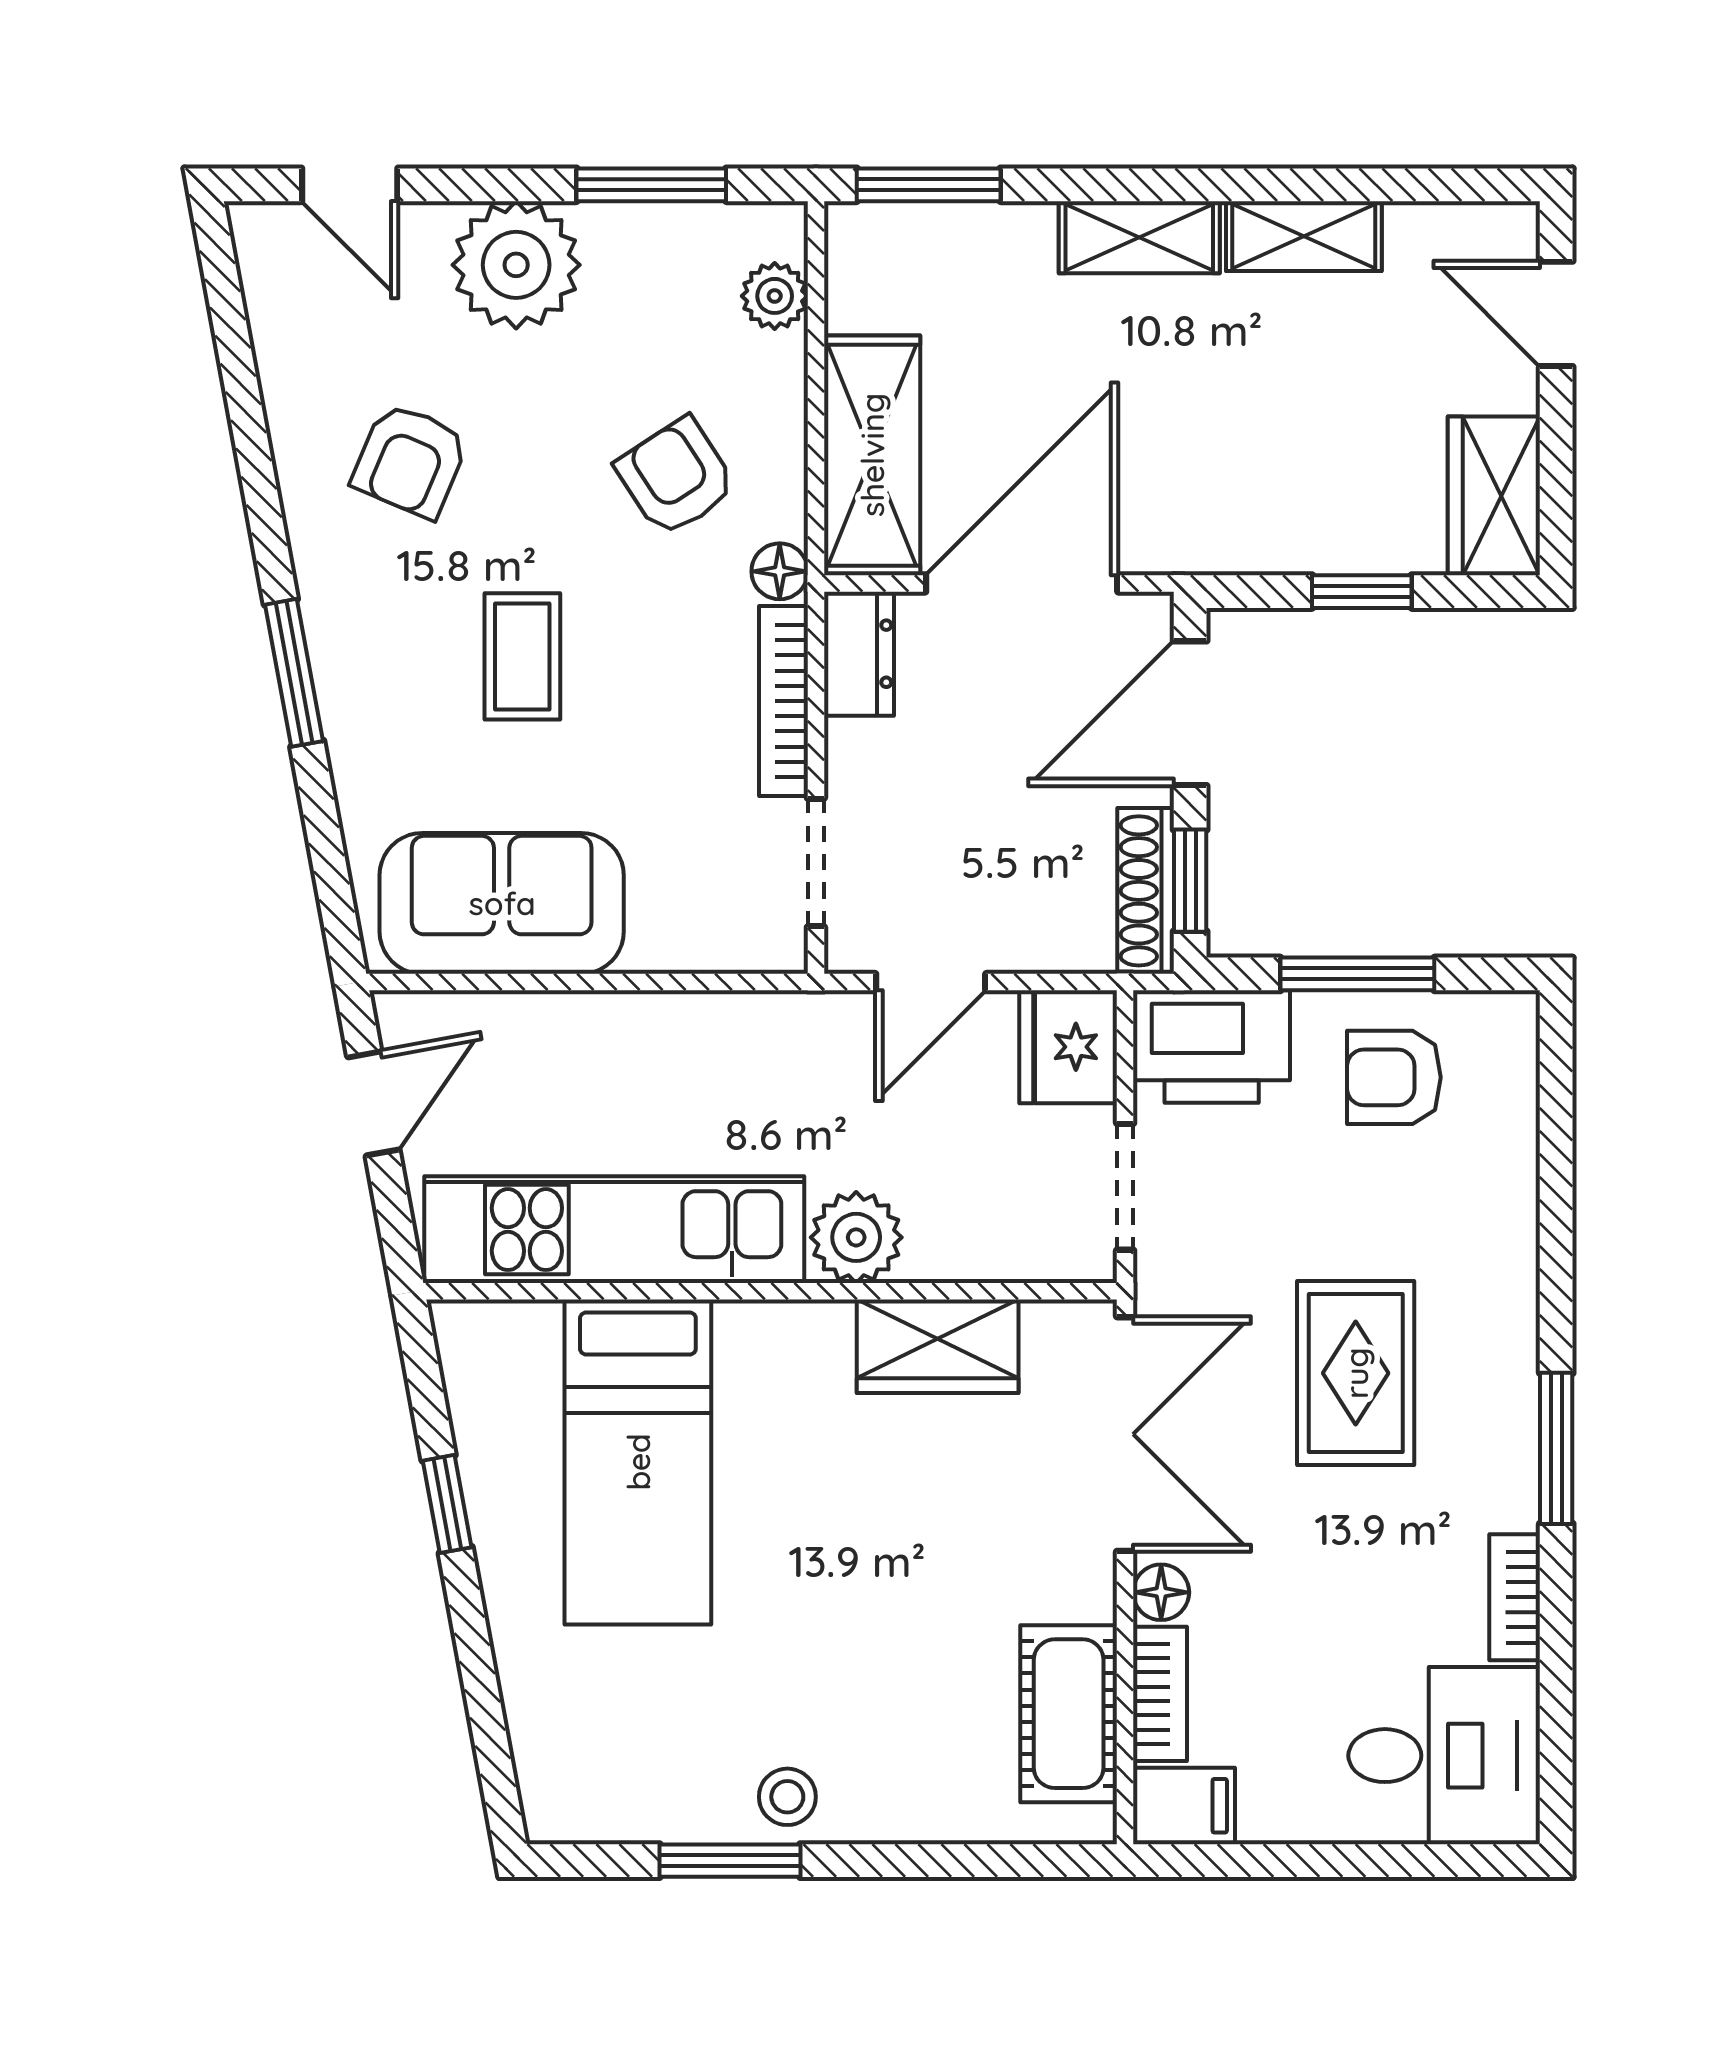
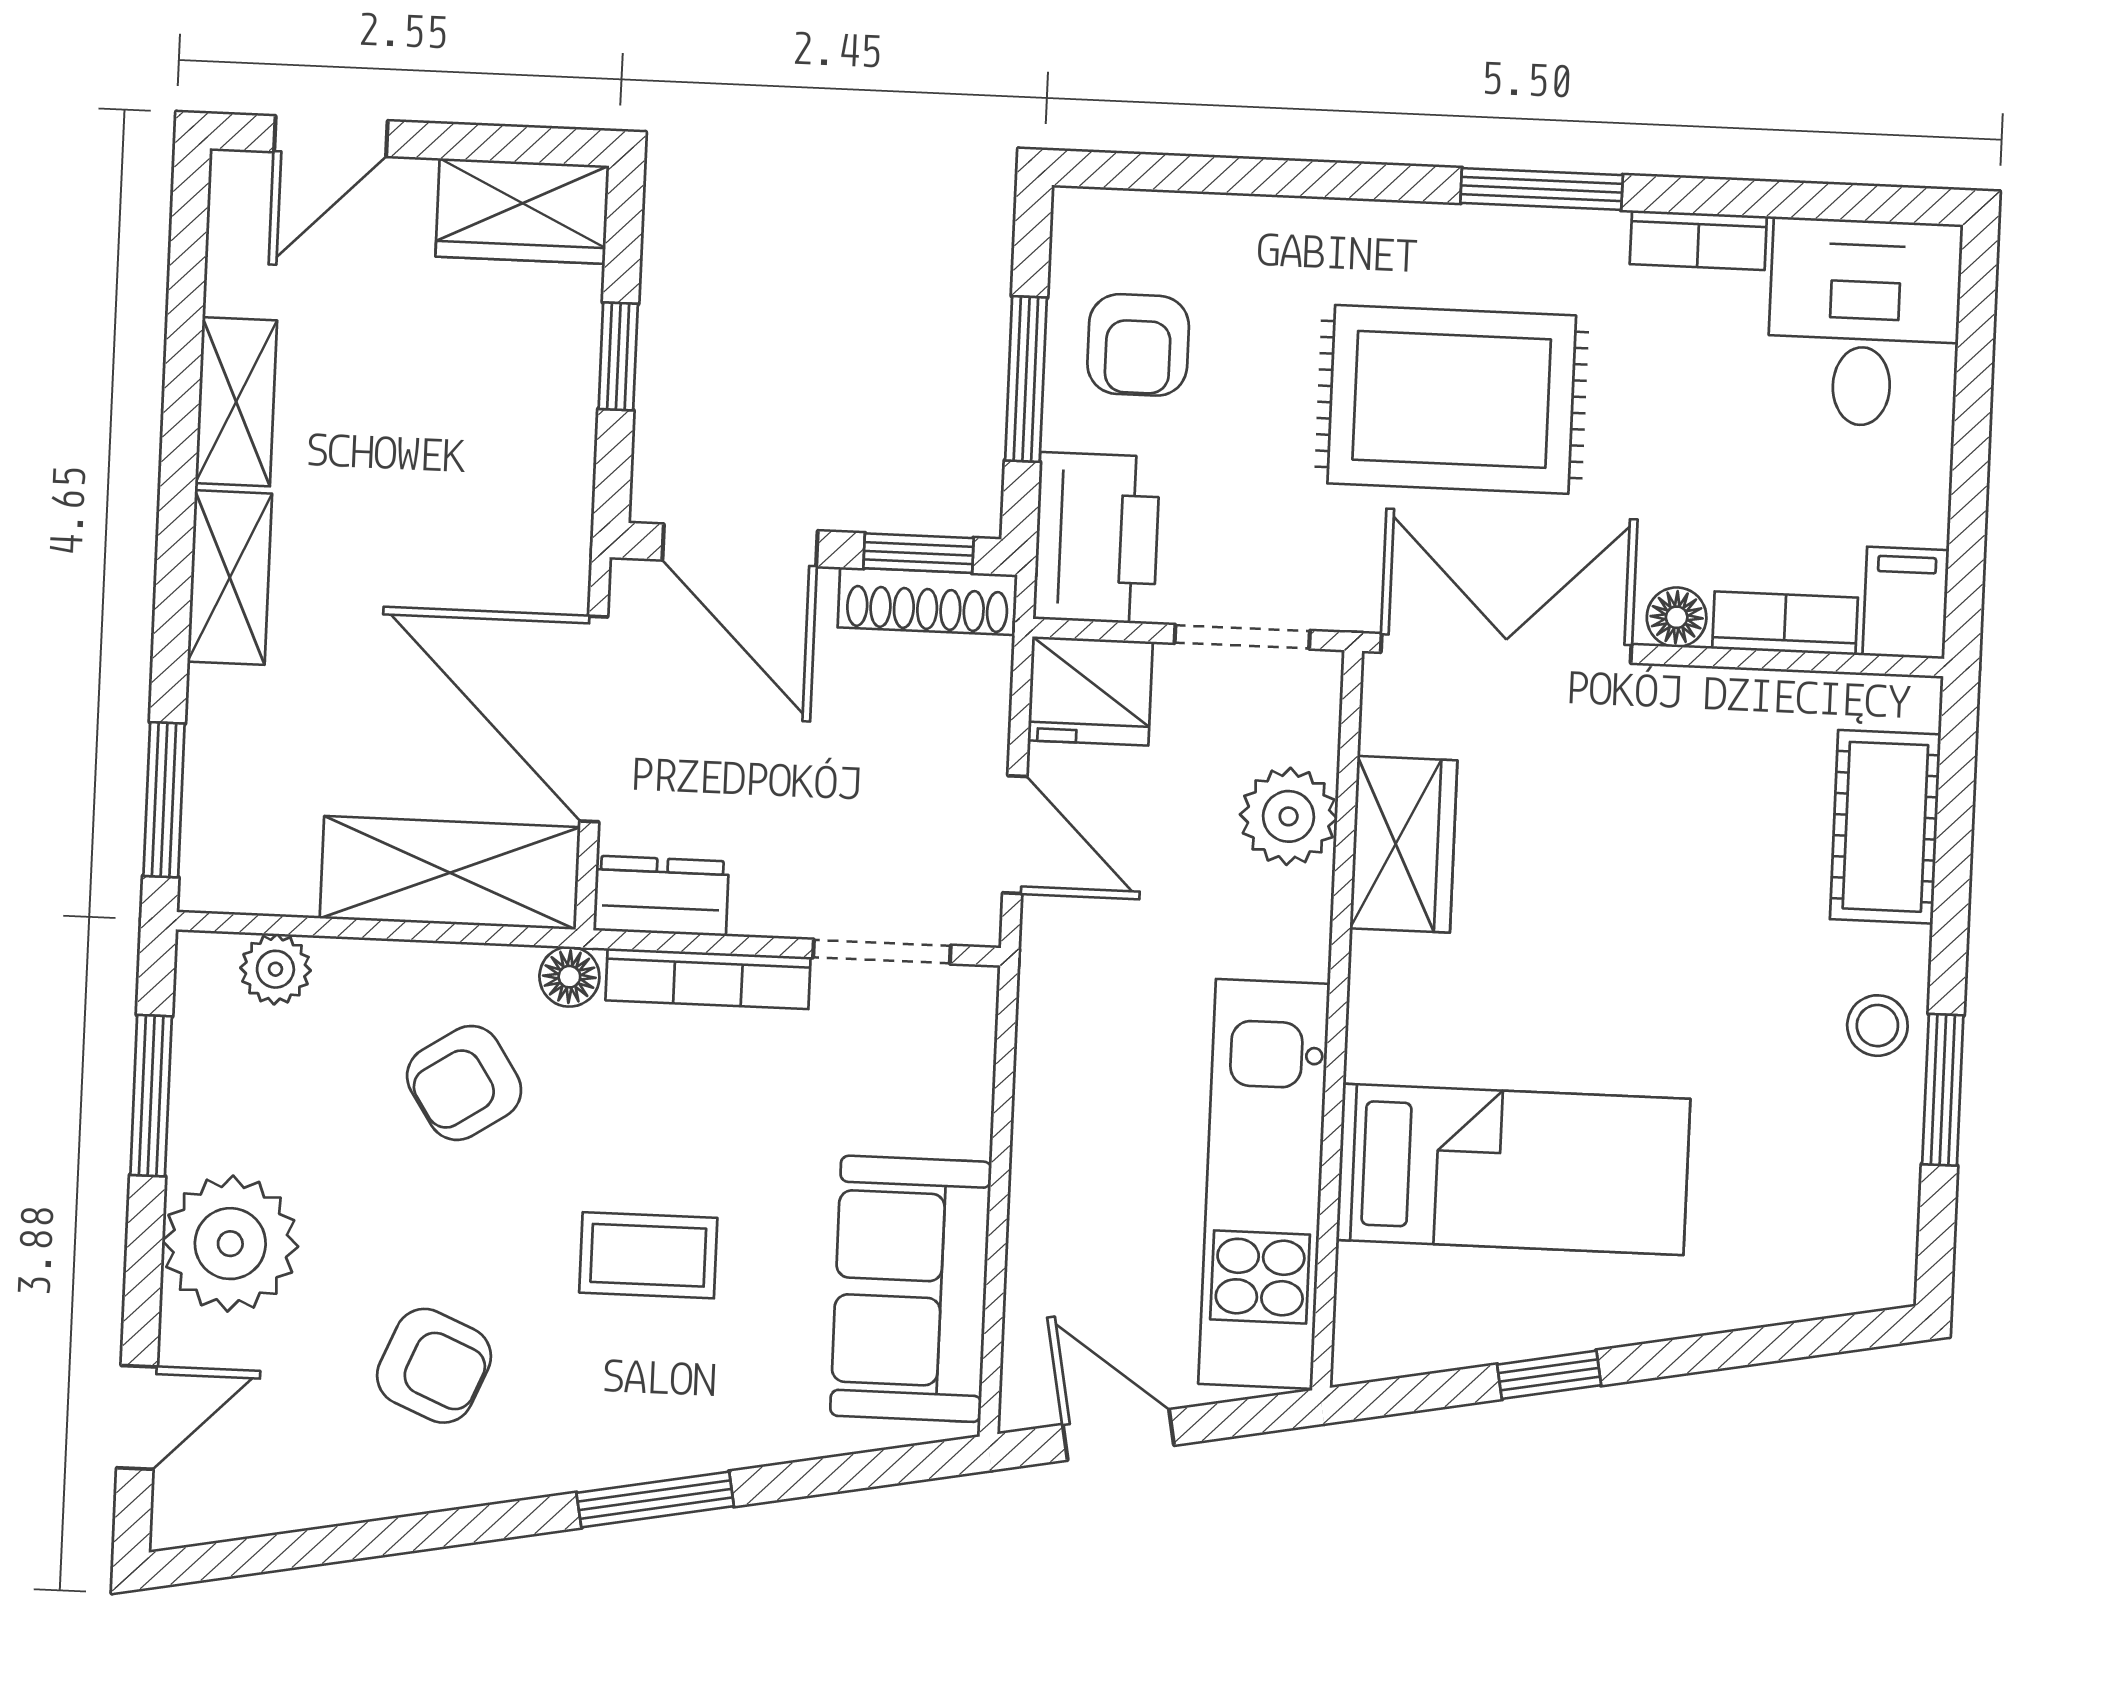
plant: (856, 1237) -> (1289, 816), moved
rug: (1356, 1373) -> (1452, 399), width x1.36, depth x1.43
cot: (1069, 1714) -> (1885, 827), moved, turned 90

